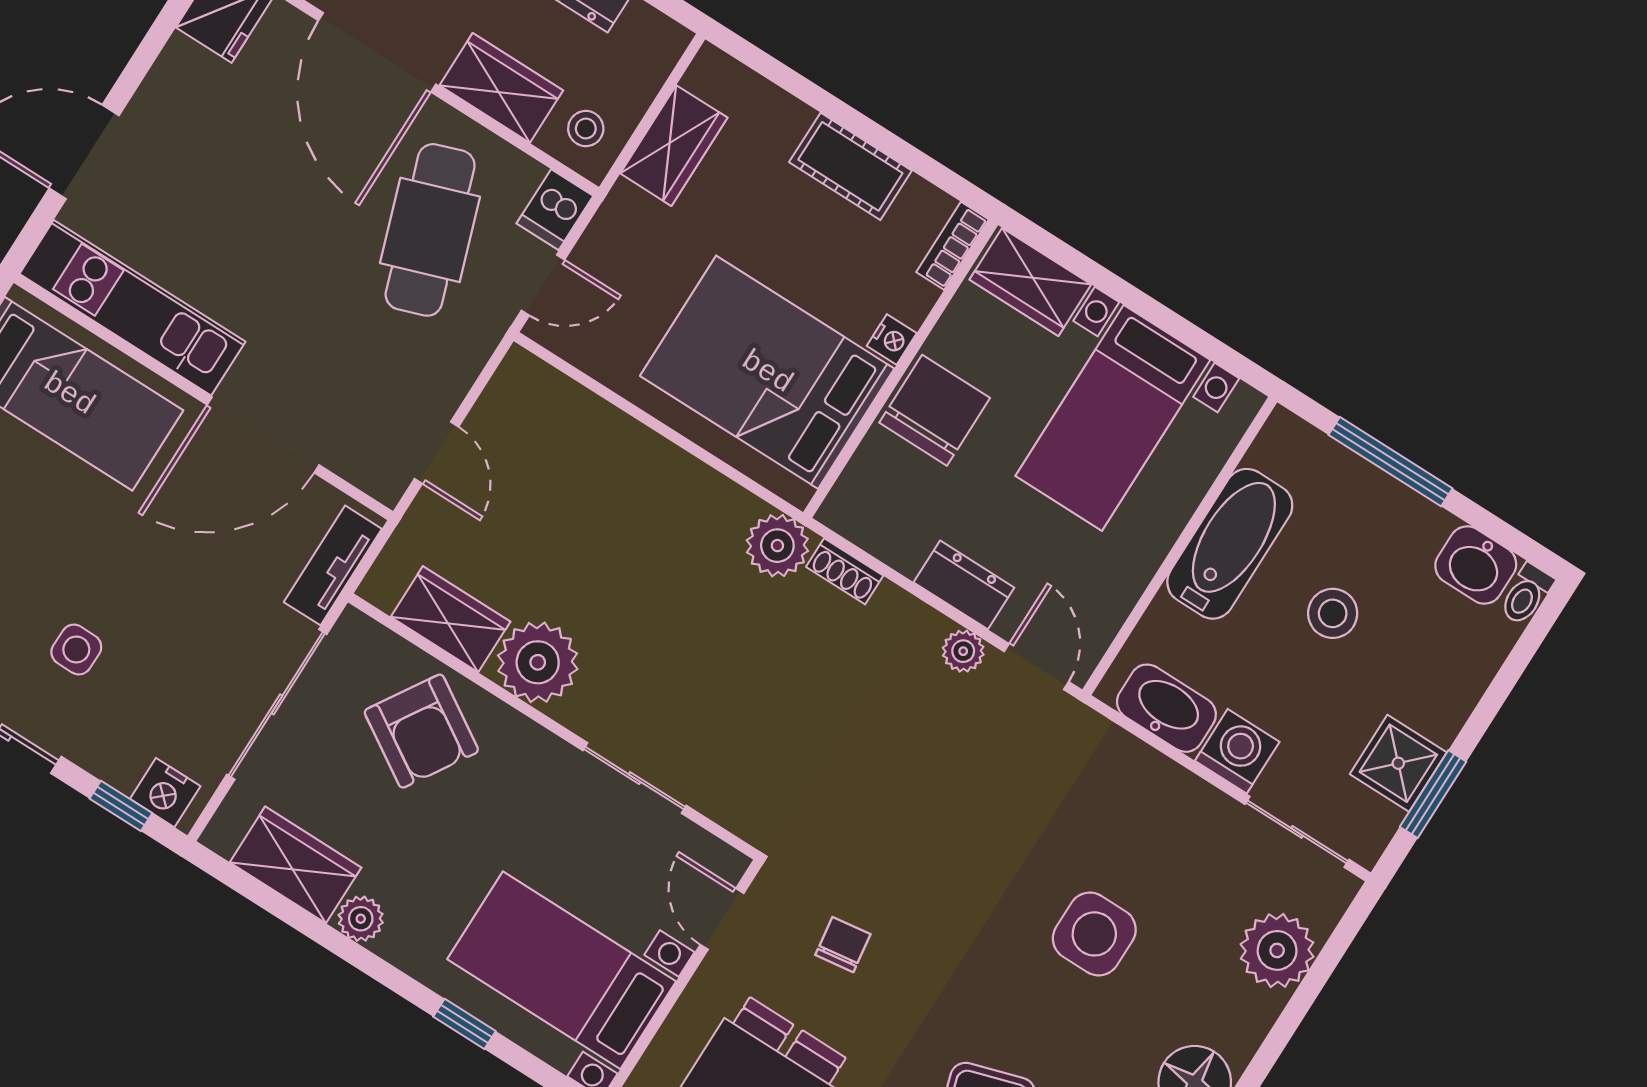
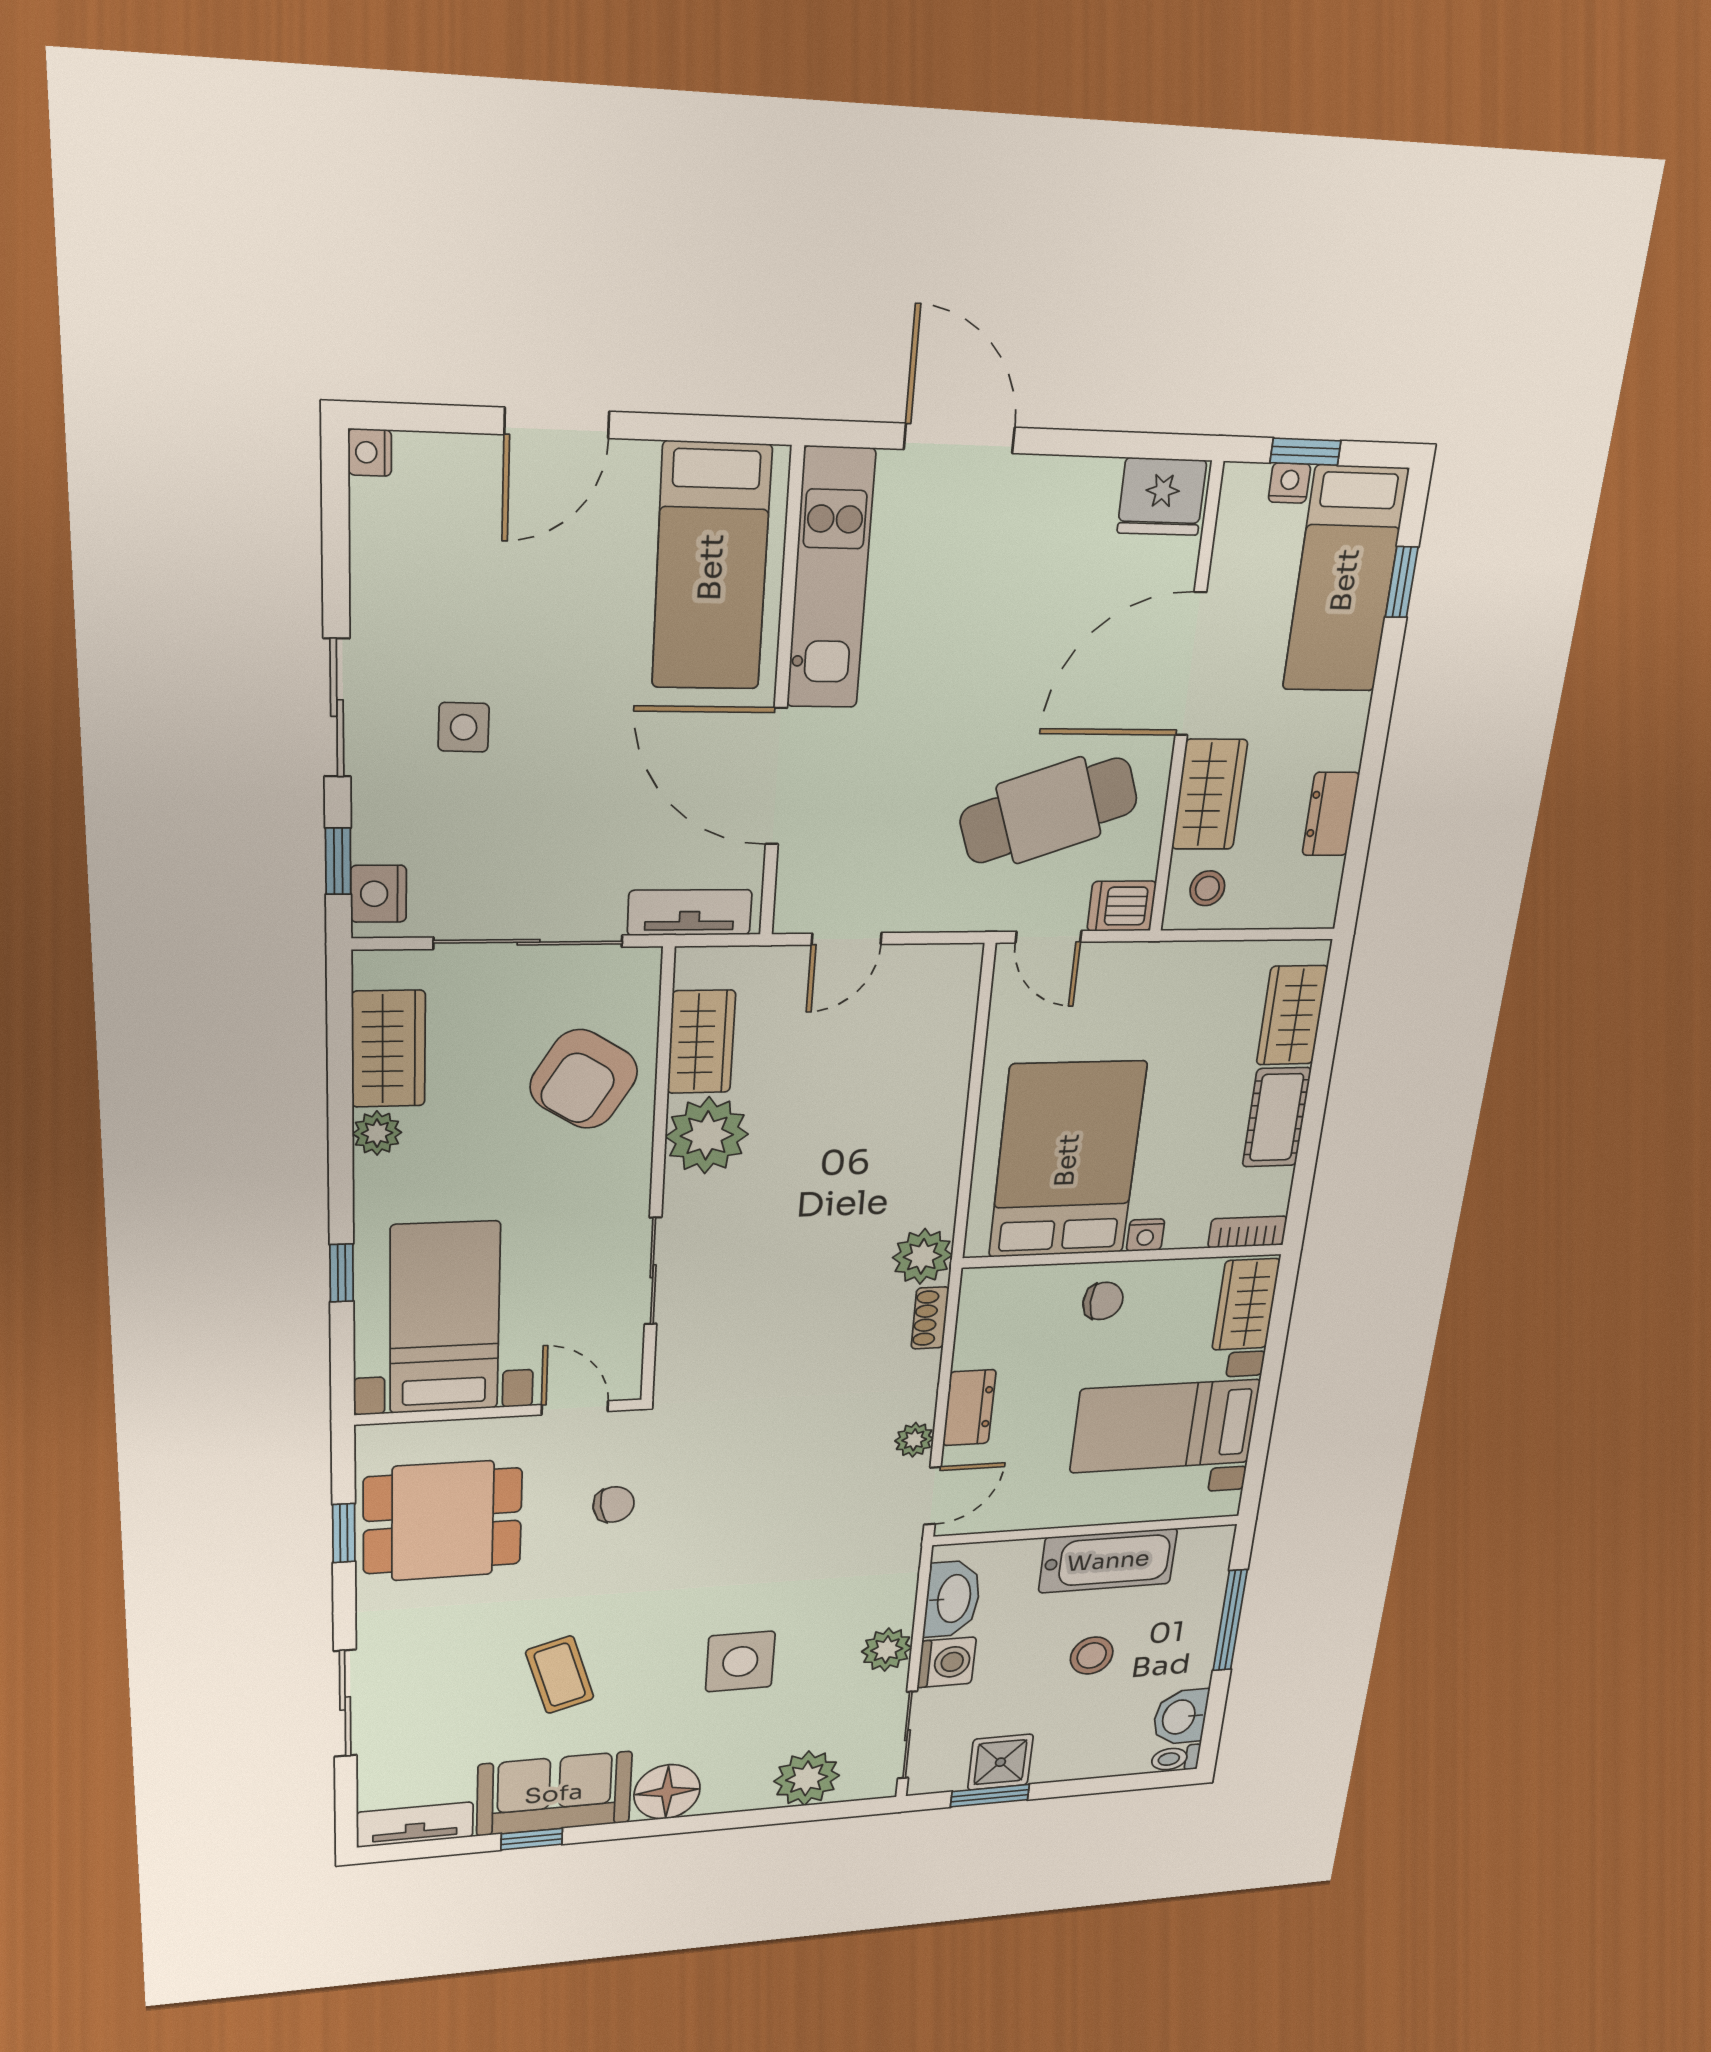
wardrobe: (674, 146) -> (1292, 1015), moved, turned 90
chair: (935, 410) -> (1103, 1301), width x0.54, depth x0.54
plant: (1180, 798) -> (887, 1650), added
door: (722, 919) -> (575, 1408), hinge flipped

